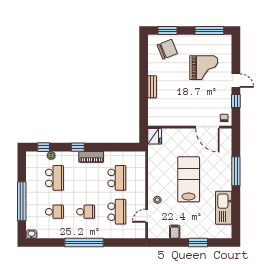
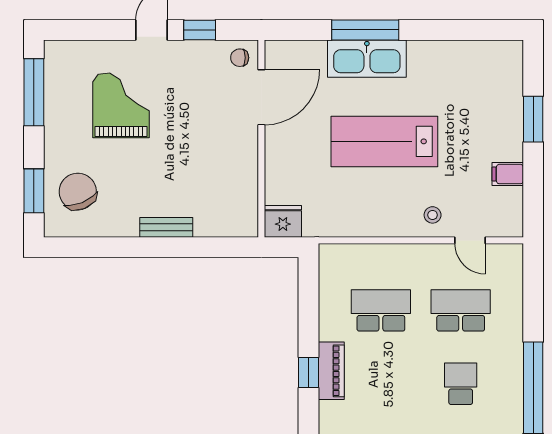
window: (78, 147) -> (308, 372), moved
kitchen sink: (224, 208) -> (367, 59), moved

